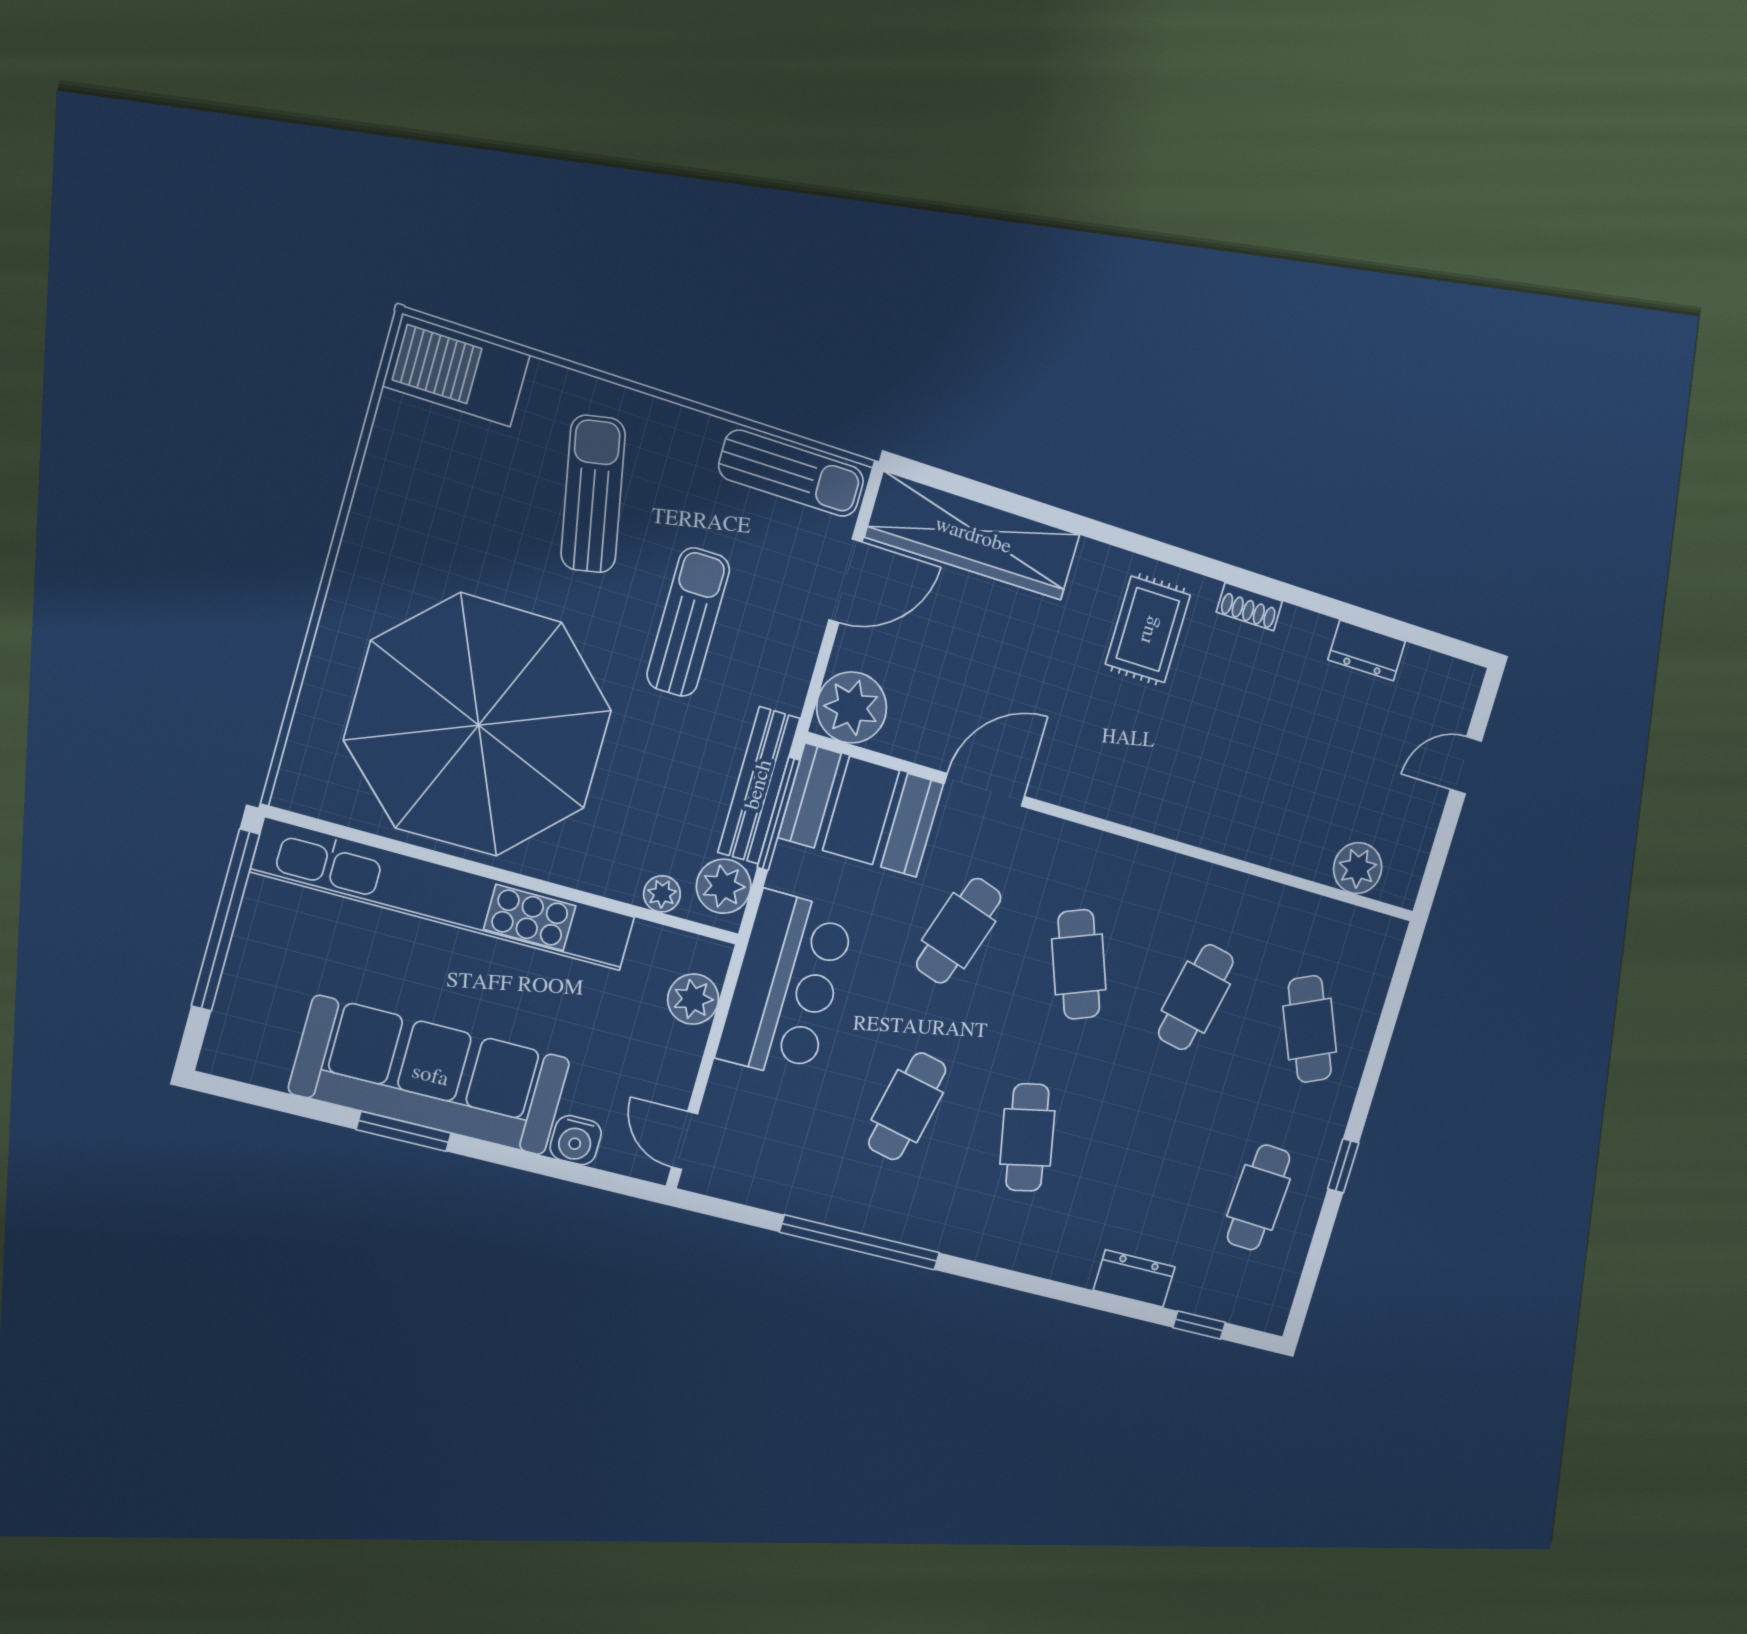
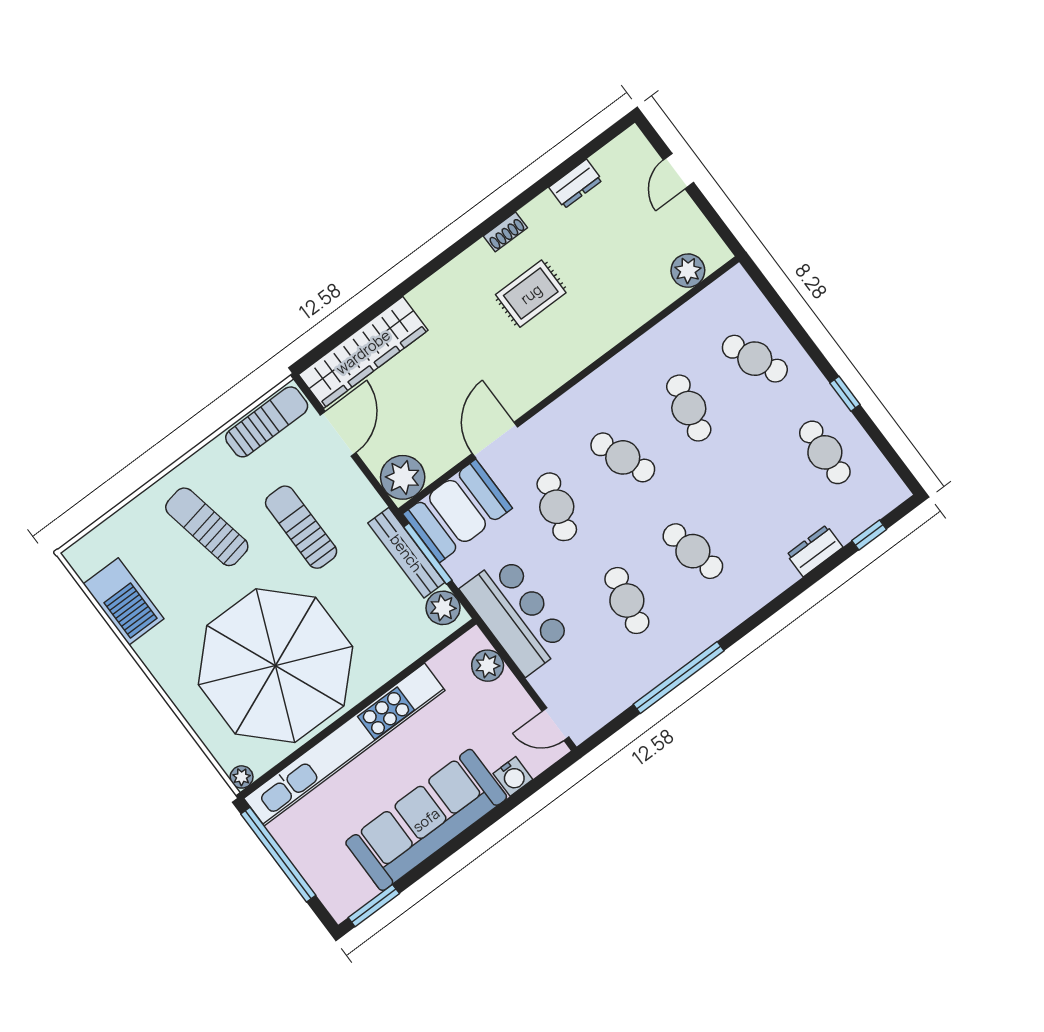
barbecue: (456, 370) -> (124, 601), moved, turned -90
rug: (1148, 629) -> (531, 294), moved, turned 90
plant: (662, 894) -> (242, 777), moved
window: (404, 1131) -> (374, 906), moved

